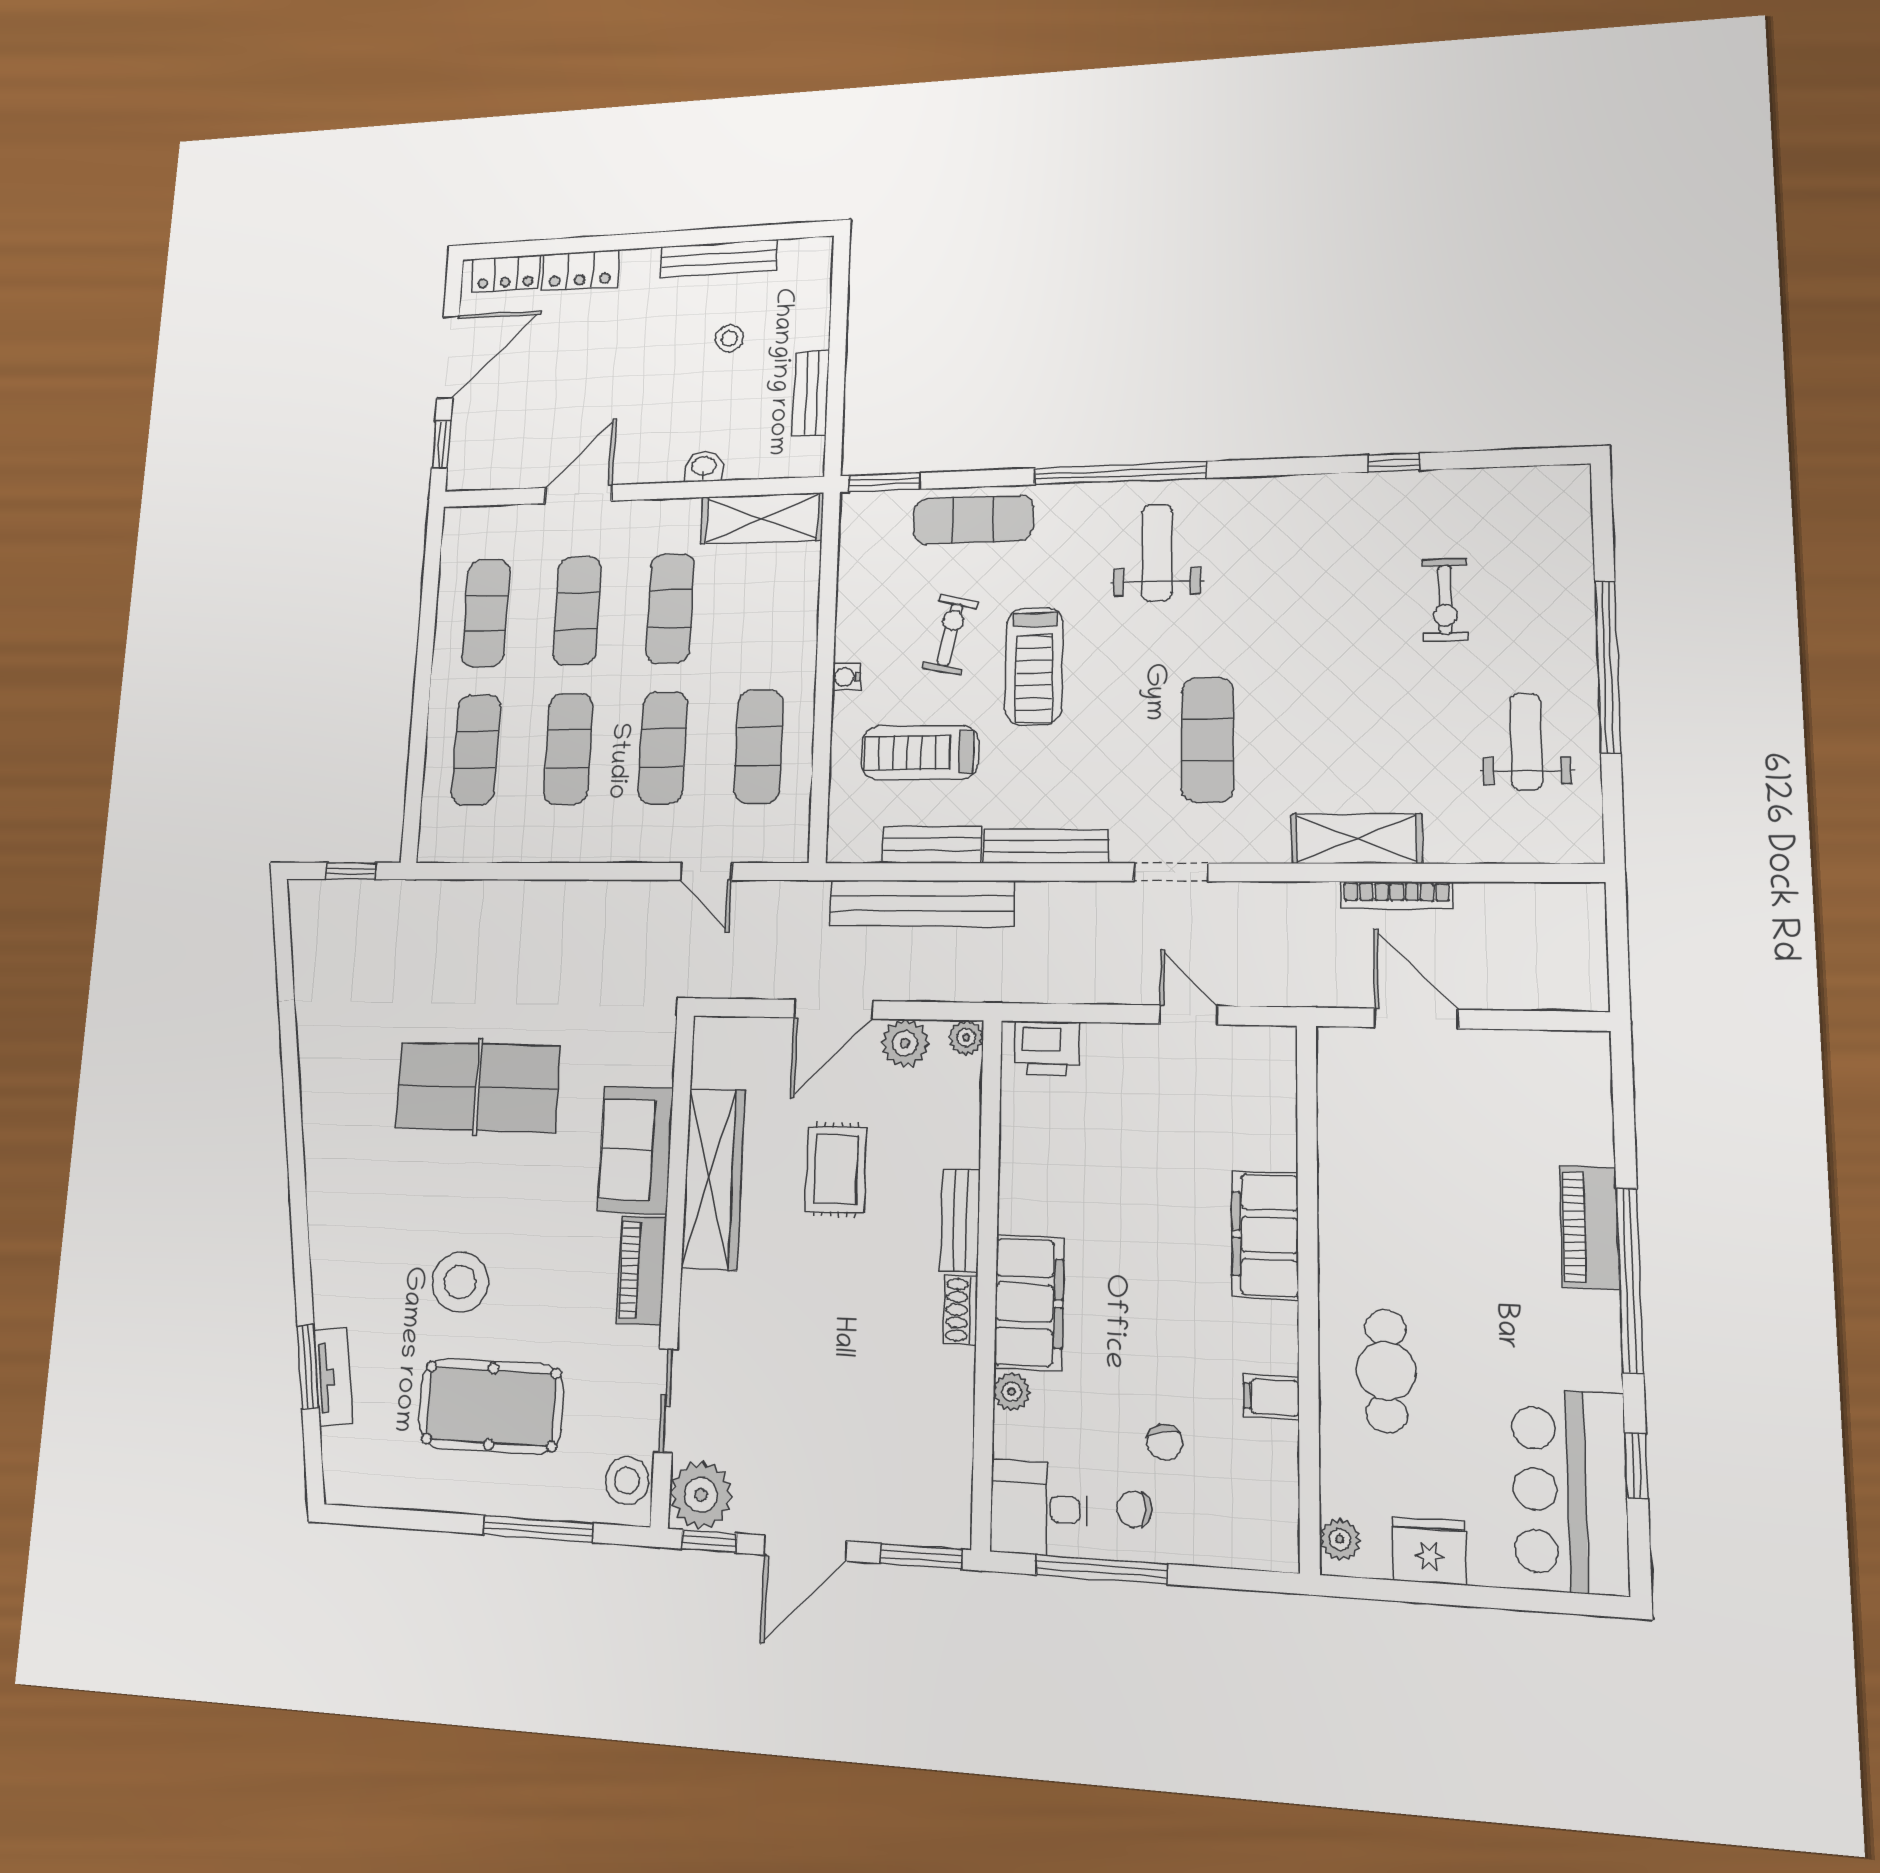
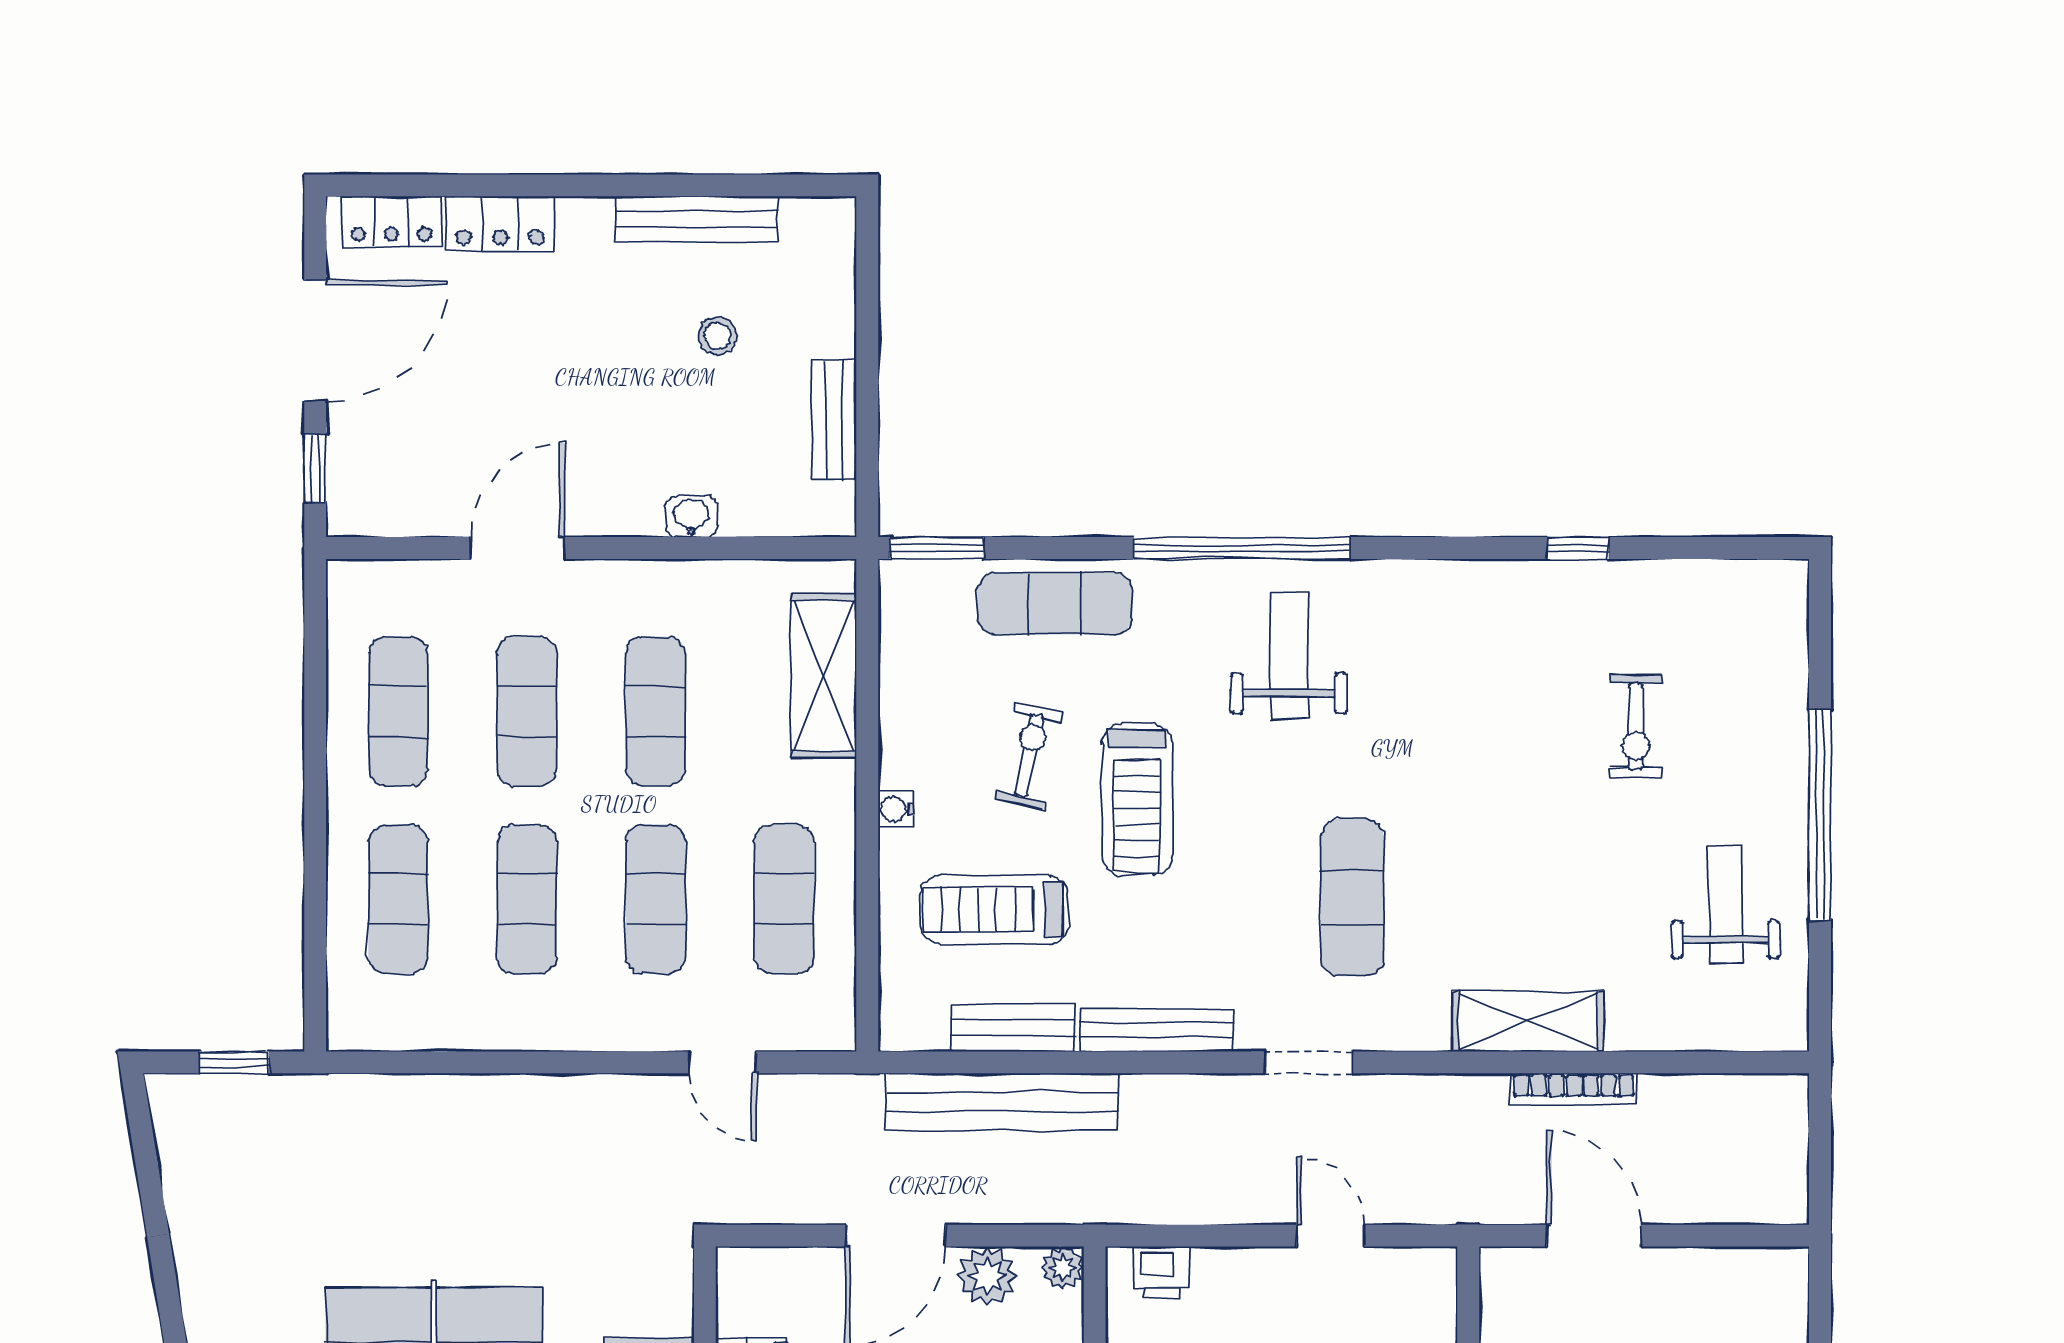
shelving: (762, 518) -> (824, 676), moved, turned 90
printer: (1047, 1048) -> (1162, 1272), width x0.73, depth x0.81

